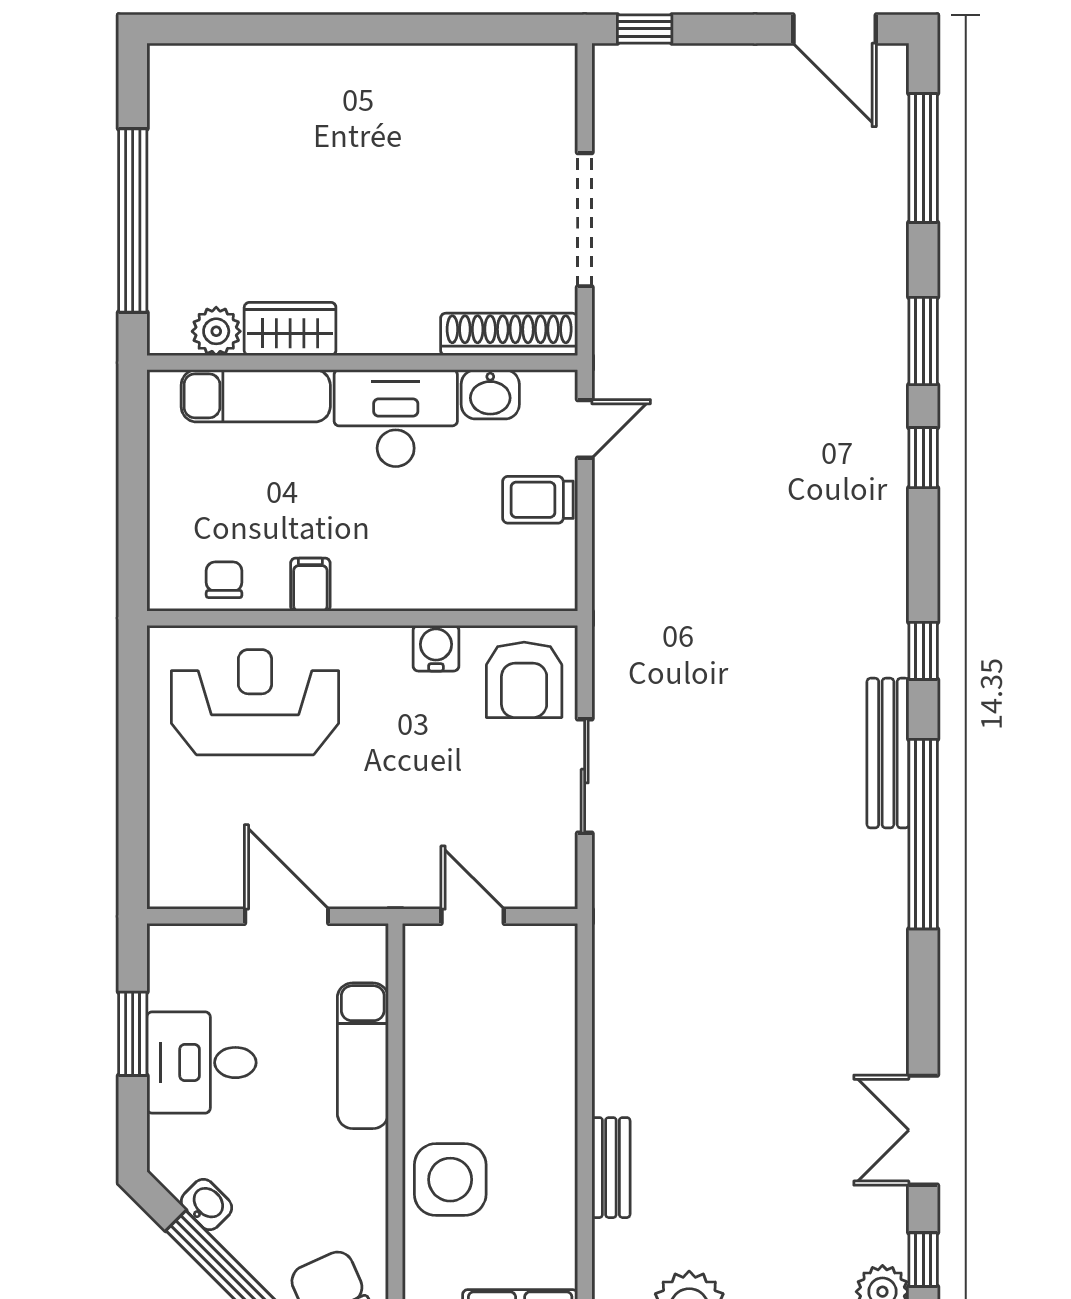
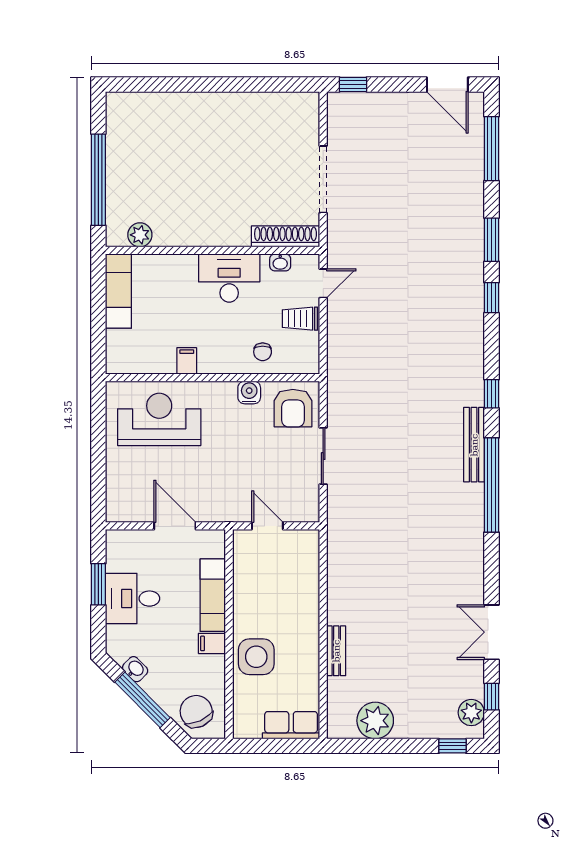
wardrobe: (290, 329) -> (177, 234), removed
washbasin: (490, 394) -> (280, 262), width x0.72, depth x0.69
exam couch: (256, 396) -> (118, 291), moved, turned -90
chair: (224, 580) -> (263, 352), moved, turned 180
filing cabinet: (361, 1153) -> (212, 643), added

